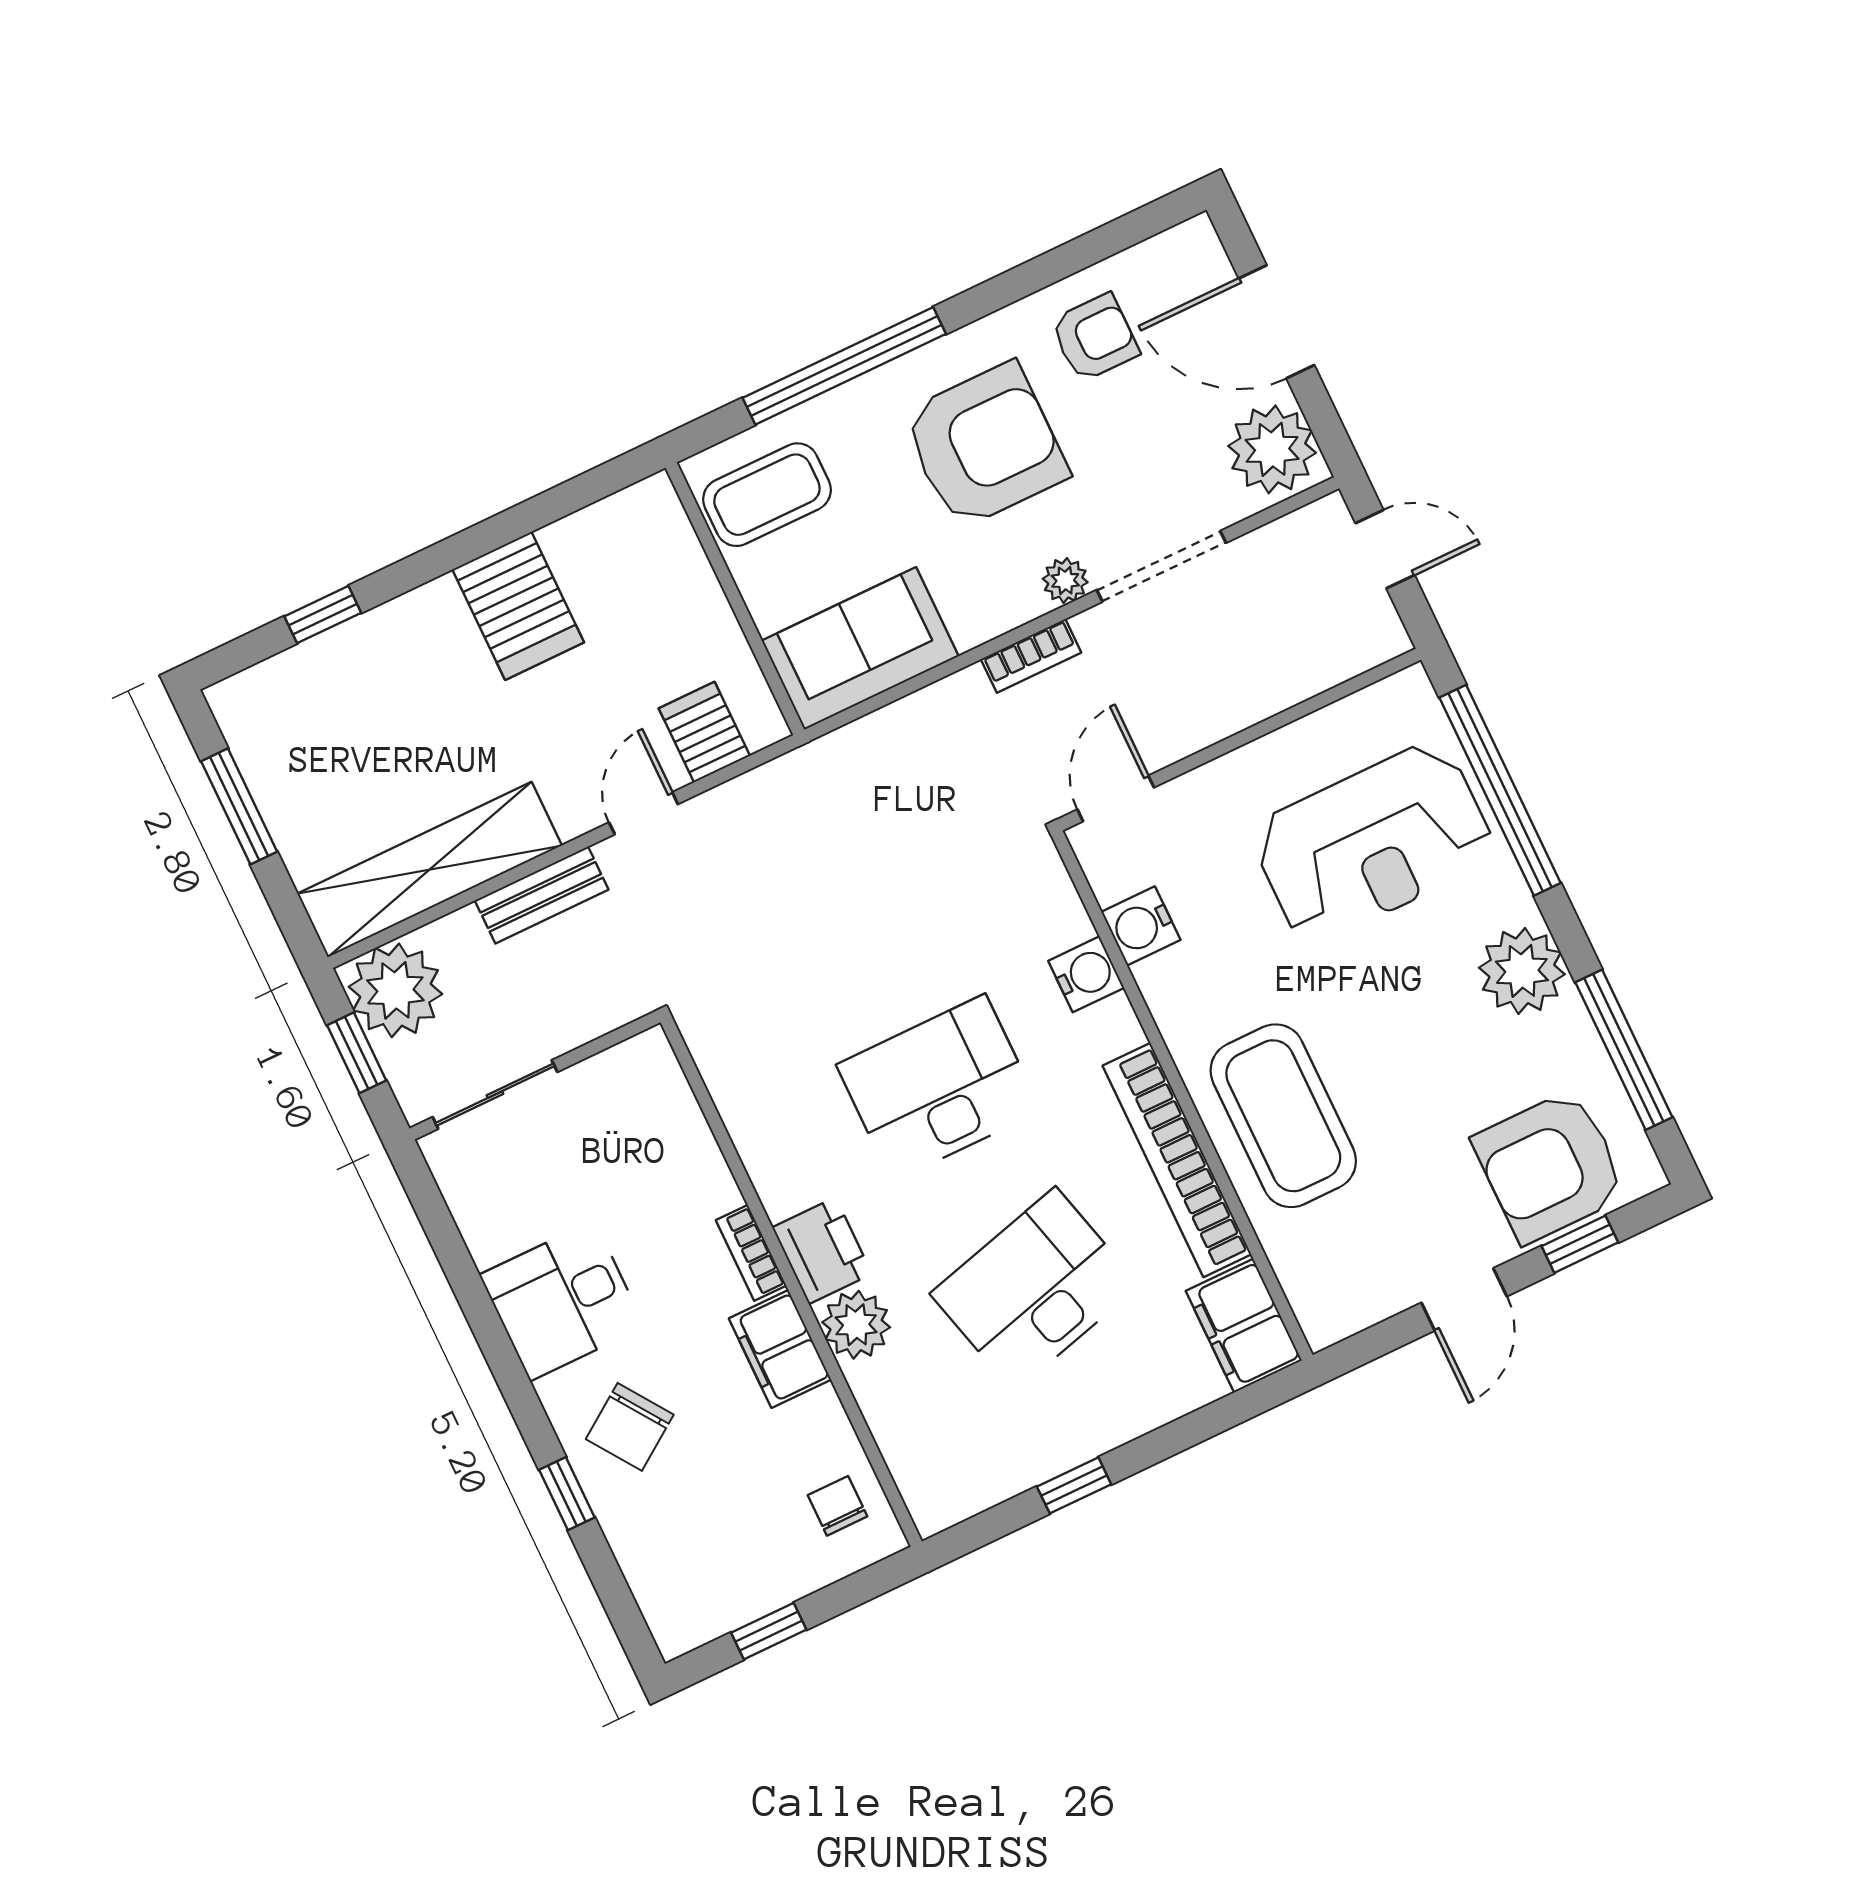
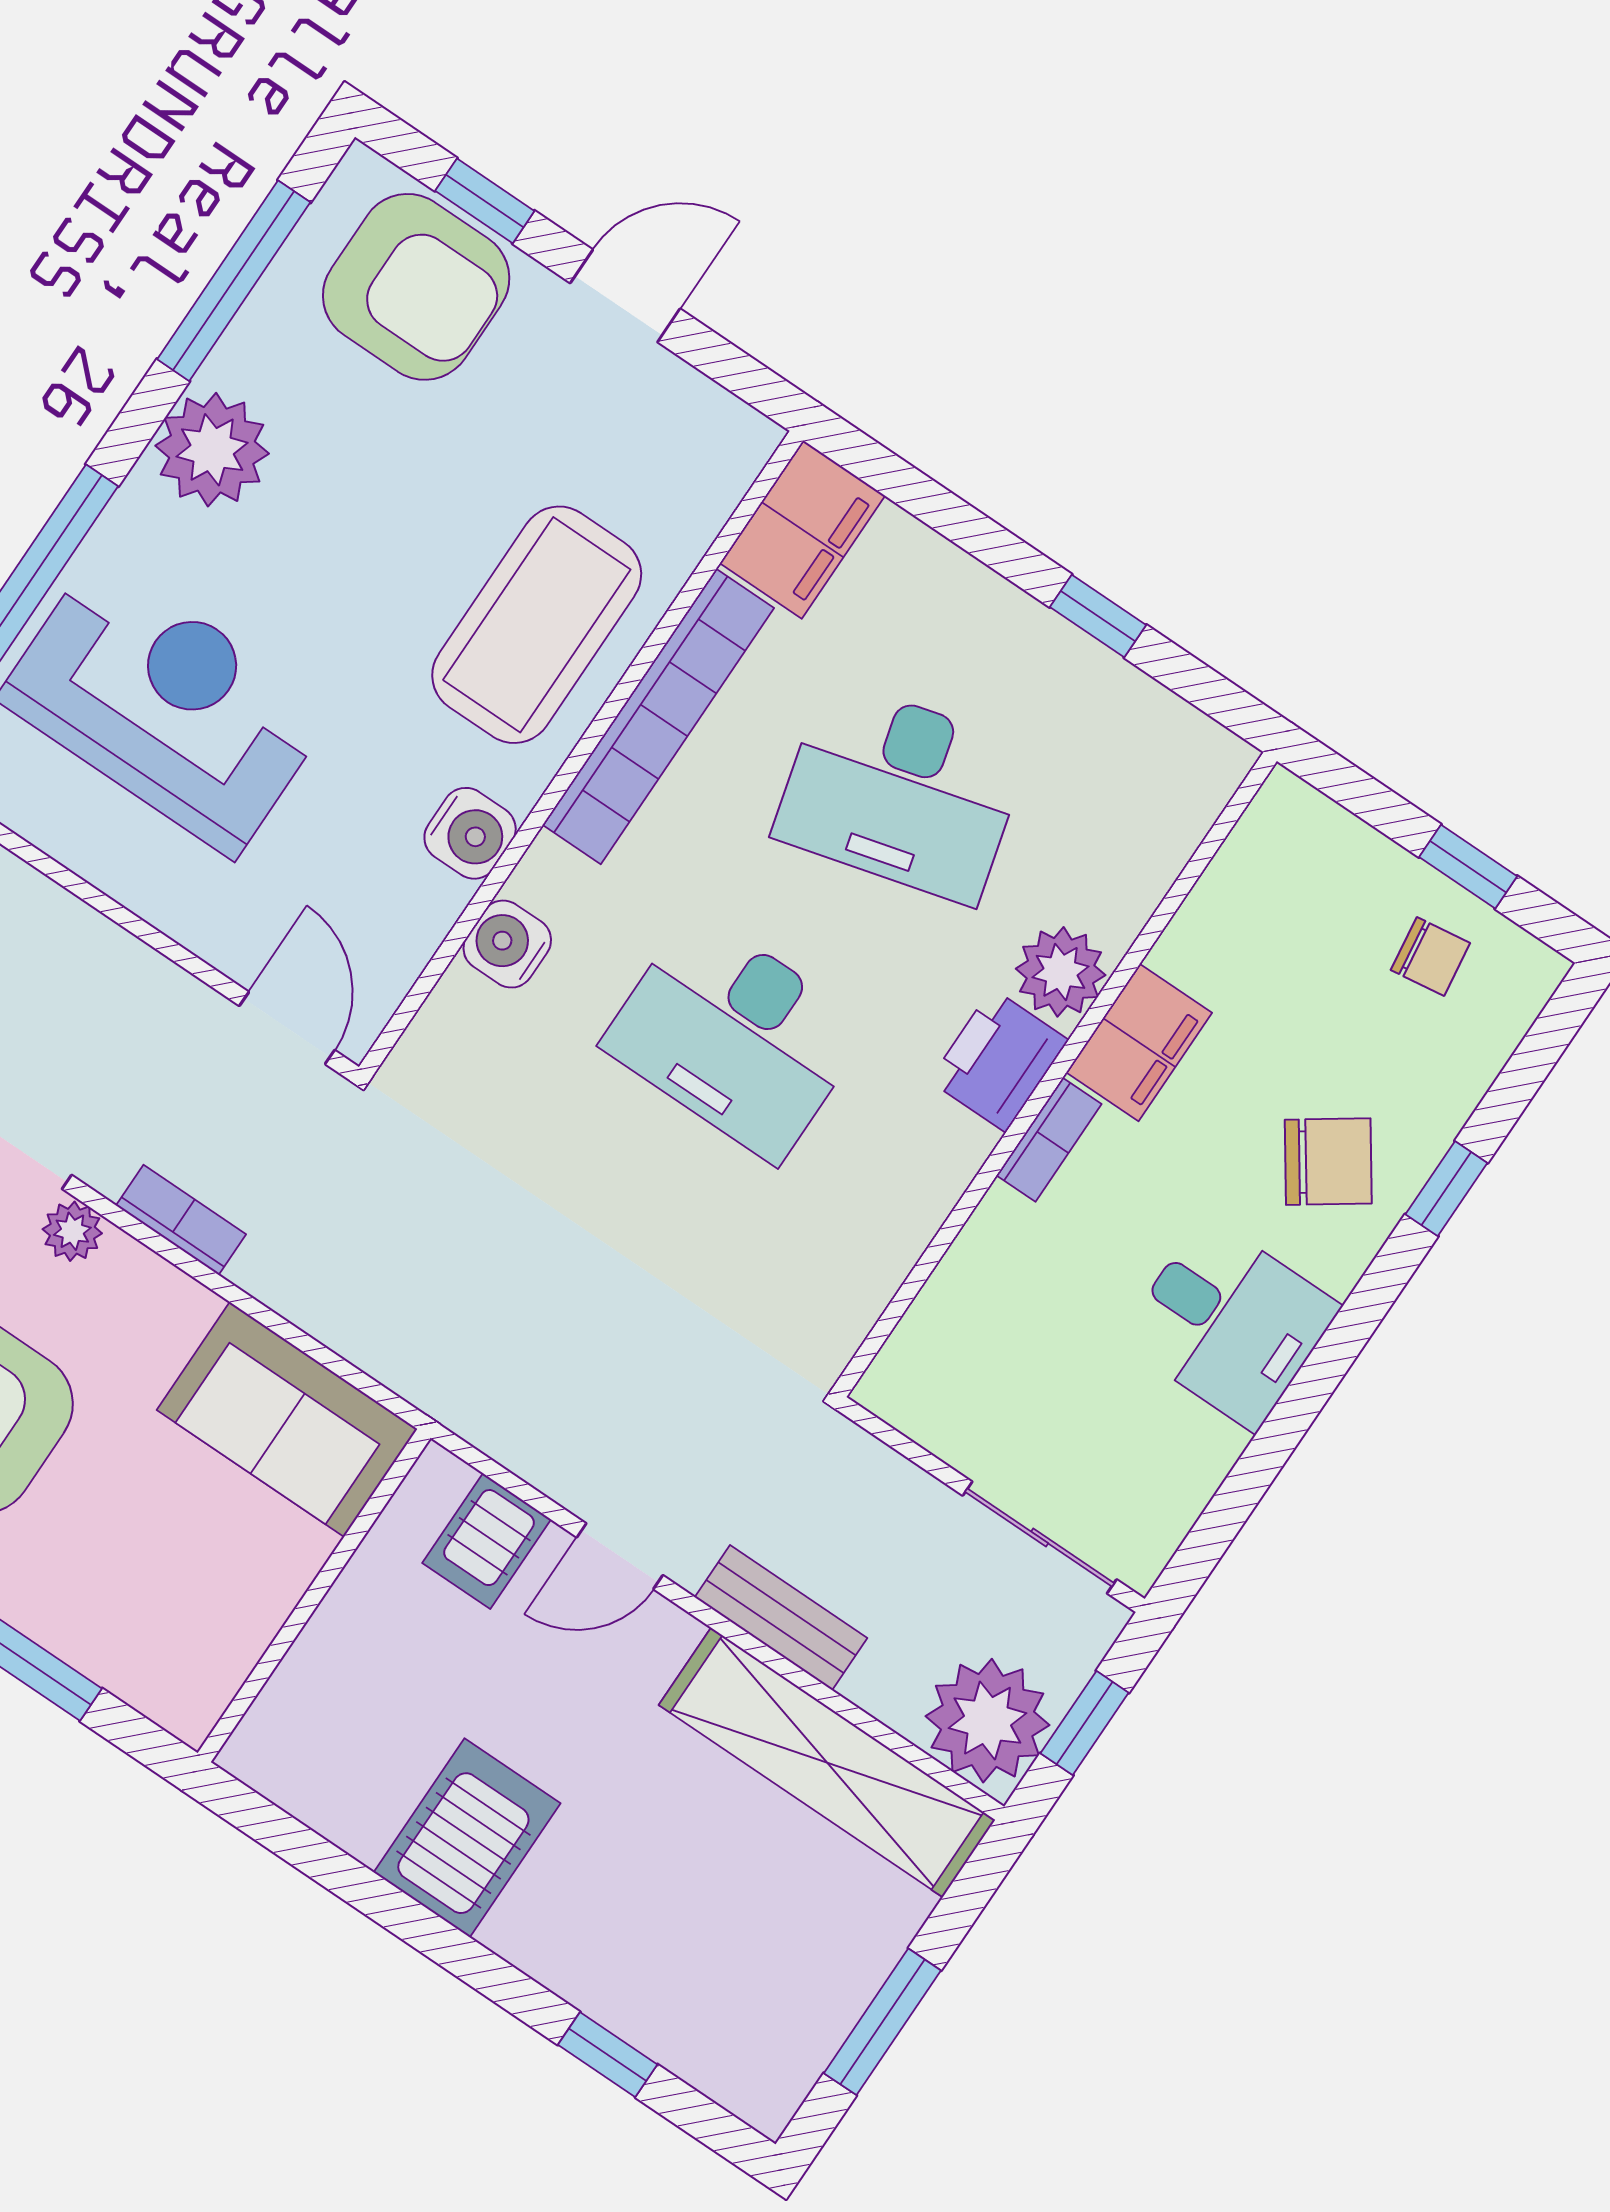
coffee table: (767, 495) -> (174, 1629), removed
door: (1116, 798) -> (287, 1028), swing flipped
water cooler: (1141, 926) -> (470, 833), moved
chair: (838, 1506) -> (1430, 956), moved, turned -98

